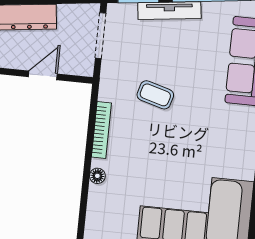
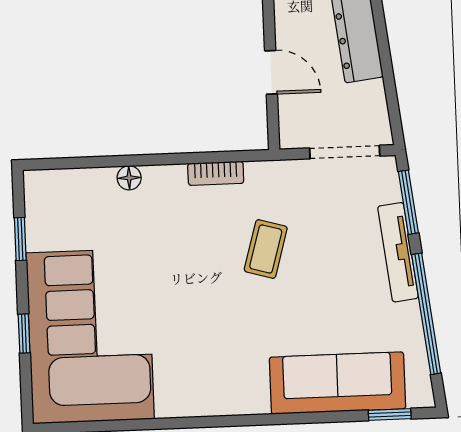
bookcase: (101, 130) -> (216, 173), width x0.64

